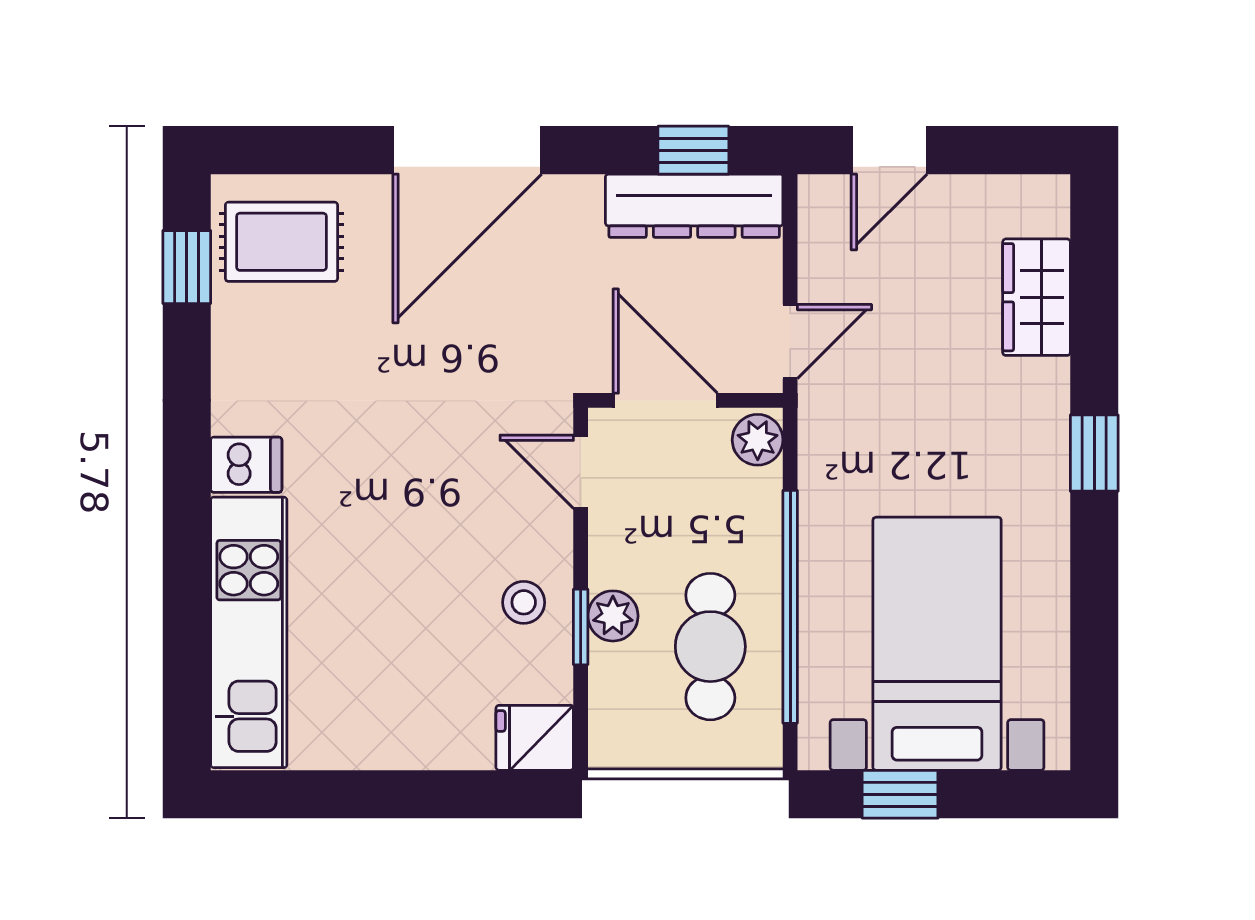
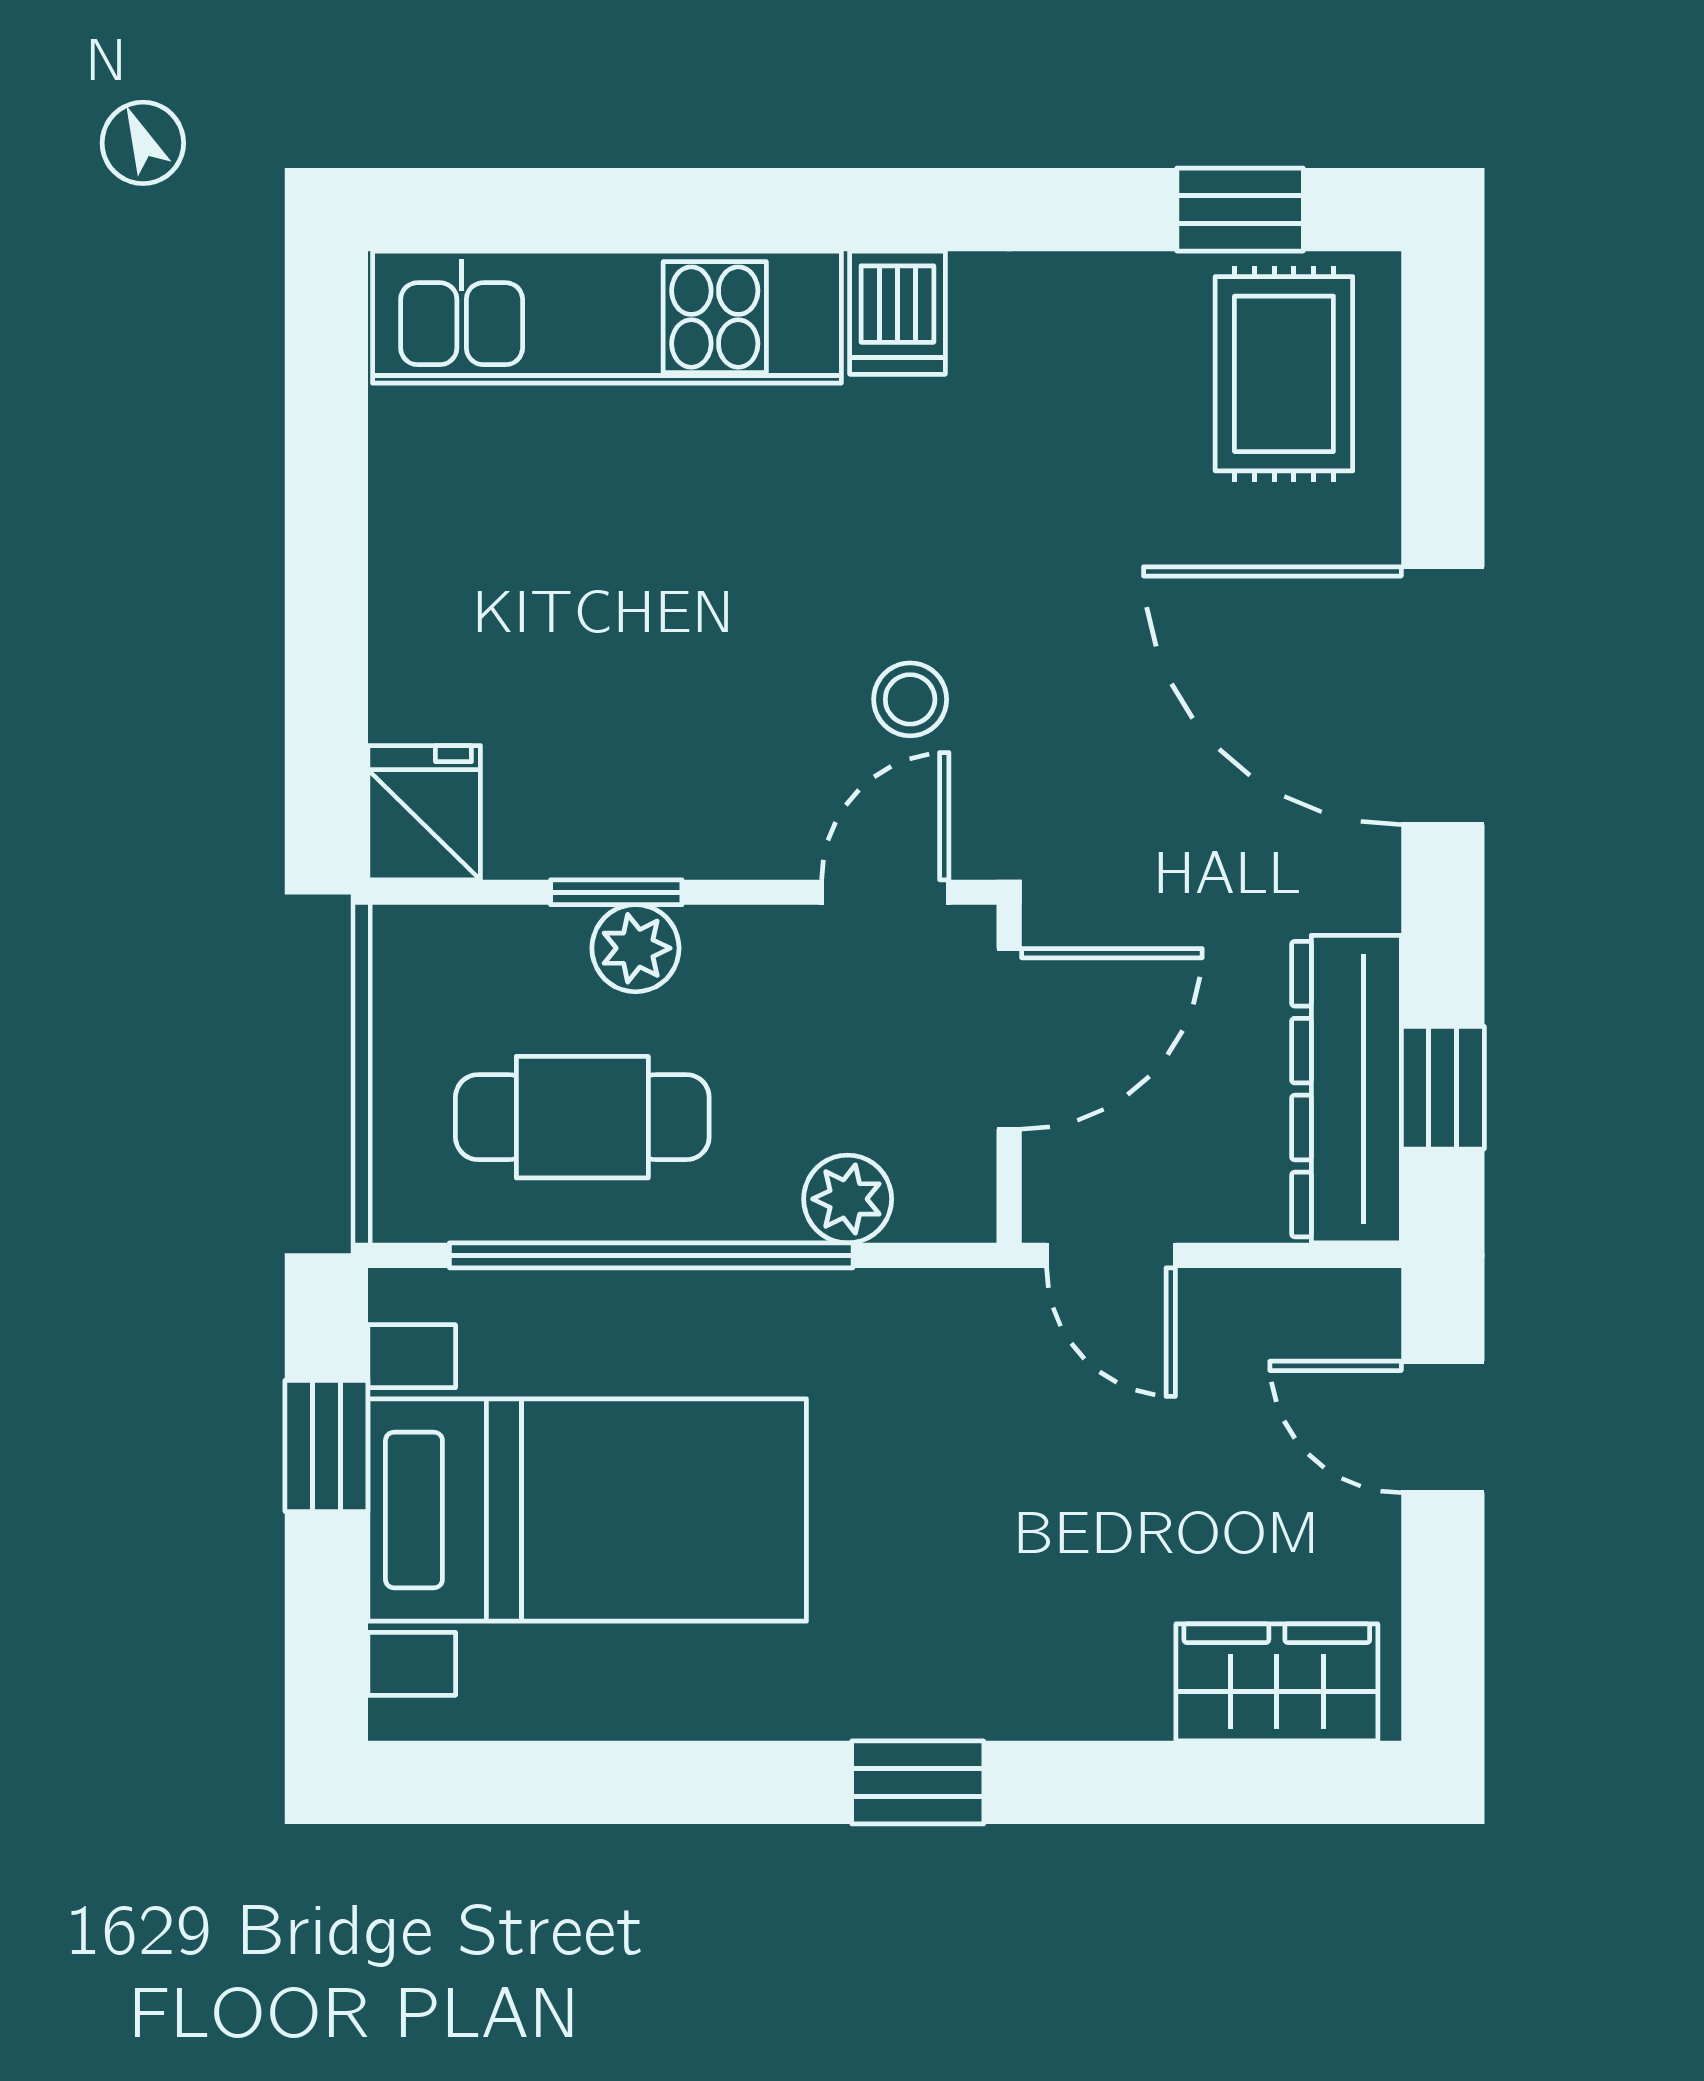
wardrobe: (1036, 297) -> (1277, 1682), moved
plant: (758, 440) -> (848, 1199), moved
stool: (524, 602) -> (910, 699), moved

